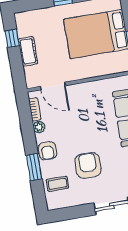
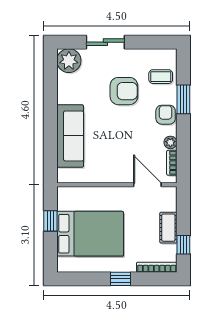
bookcase: (32, 14) -> (157, 267), added
armchair: (88, 165) -> (124, 91), turned -90

